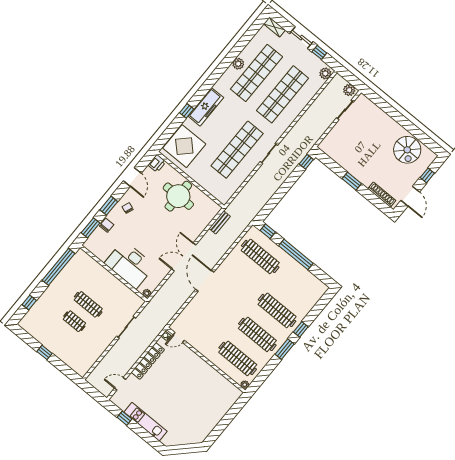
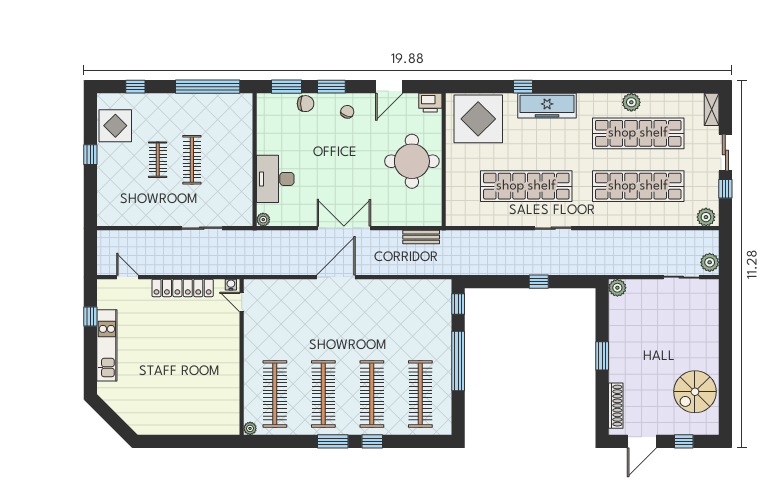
plant: (324, 146) -> (617, 288), added
window: (306, 162) -> (539, 282), moved
clothes rail: (260, 256) -> (420, 394), moved
desk: (130, 265) -> (275, 179), width x0.73, depth x0.77
display table: (40, 328) -> (115, 126), added

